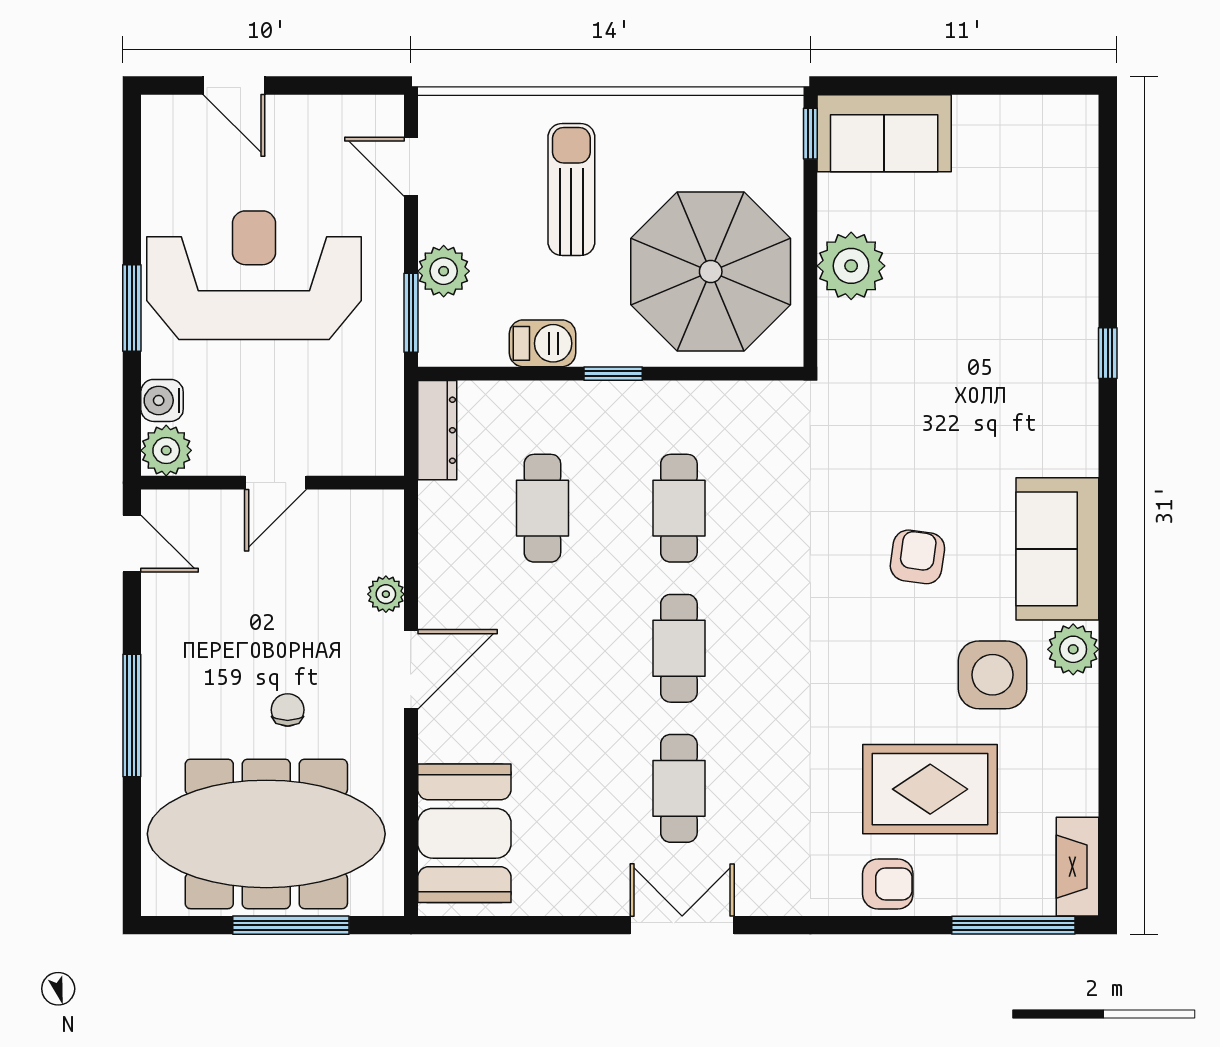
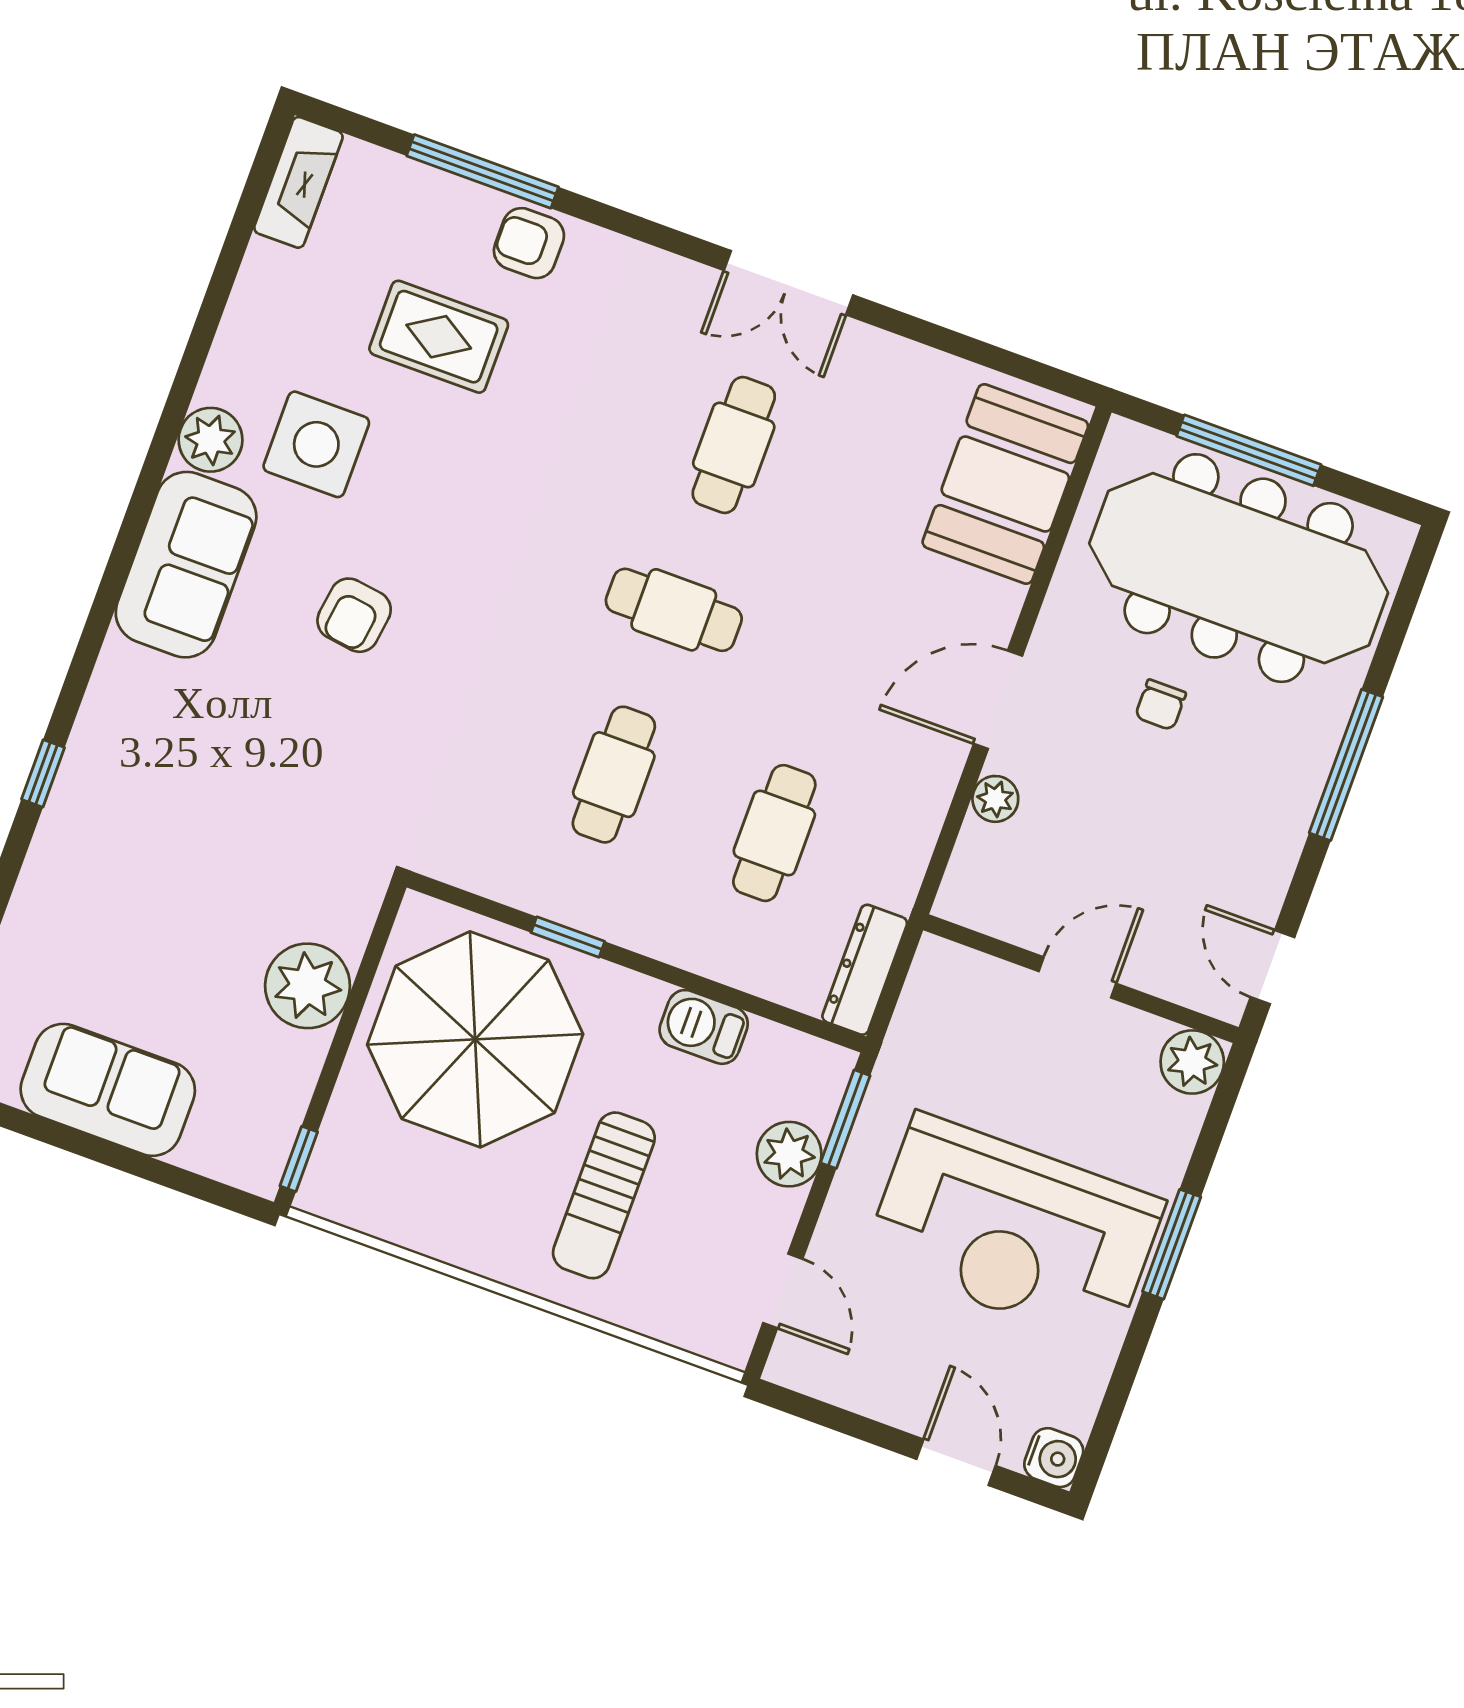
sofa: (884, 133) -> (108, 1090), moved
window: (613, 374) -> (568, 937), moved
water cooler: (162, 400) -> (1054, 1458), moved
cafe table: (679, 648) -> (674, 610), turned 90
rug: (930, 789) -> (439, 337), width x0.73, depth x0.70
window: (1013, 925) -> (483, 171), moved

